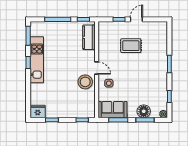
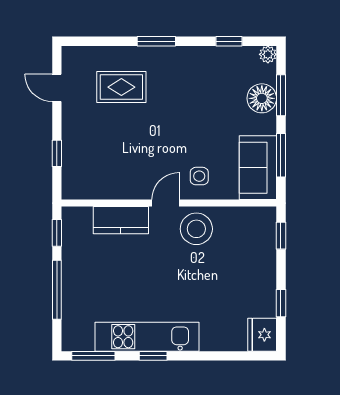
door: (136, 19) -> (57, 88), moved
kitchen counter: (89, 37) -> (121, 220), moved
rug: (131, 46) -> (121, 87), moved, turned 90

